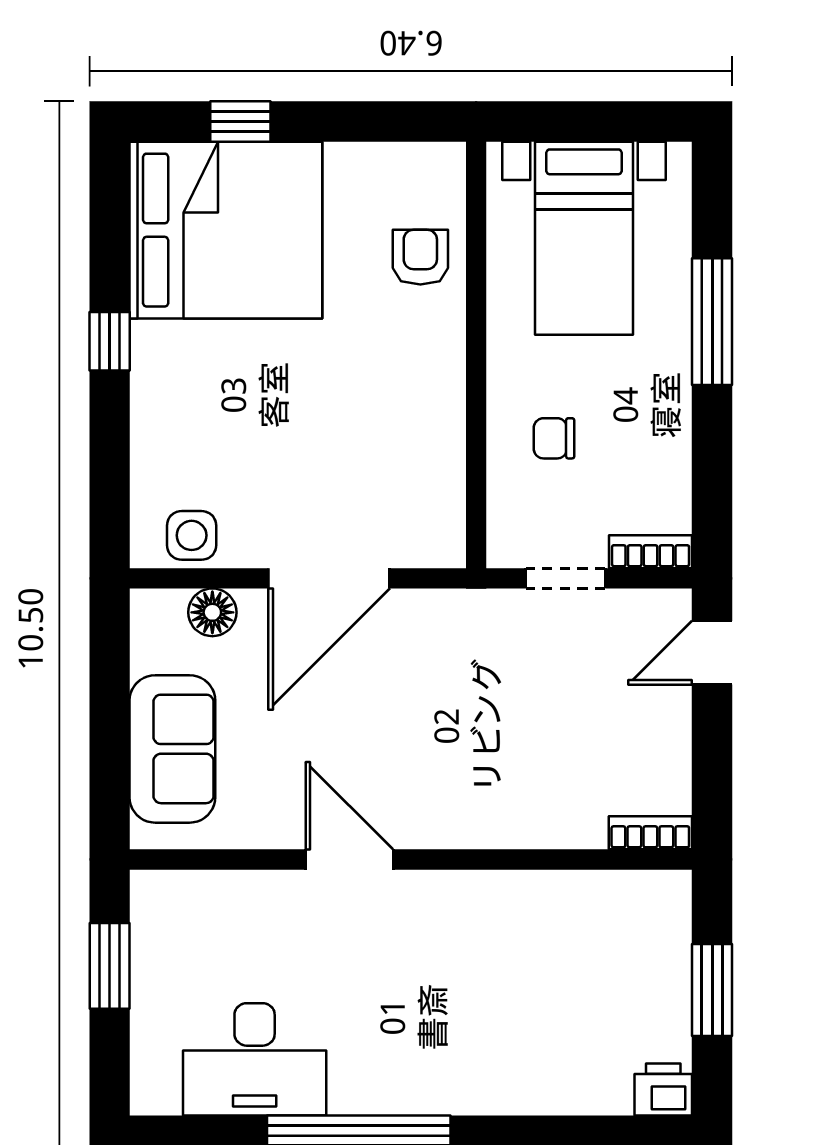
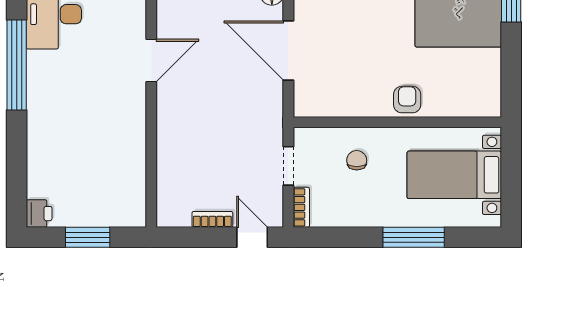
armchair: (420, 257) -> (407, 100), moved, turned -90
bookcase: (650, 833) -> (212, 219), moved, turned -90

